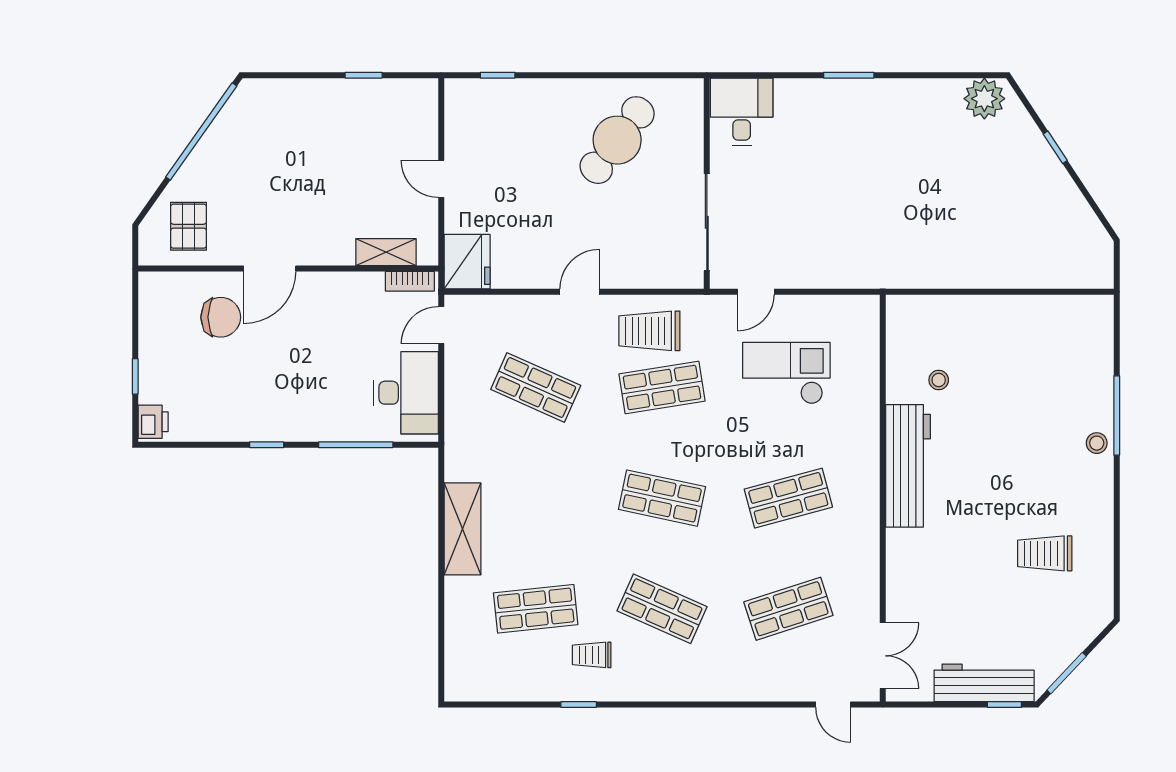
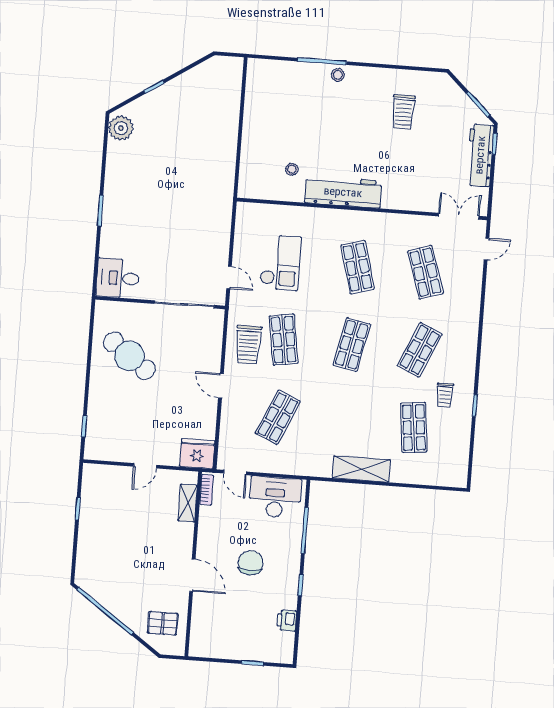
chair: (221, 317) -> (251, 563), moved
checkout: (786, 373) -> (281, 263), turned 180
printer: (153, 422) -> (287, 621), moved, turned -90

